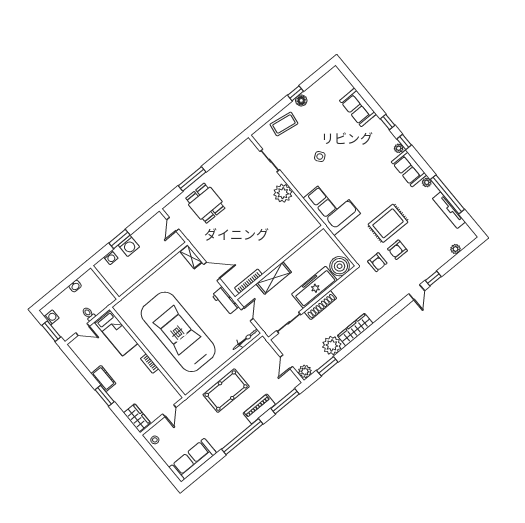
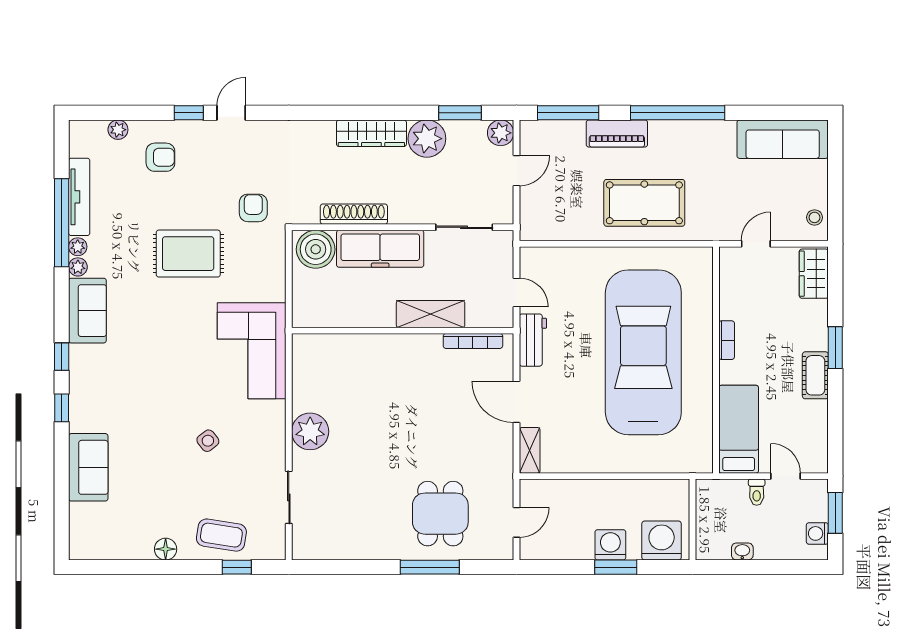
window: (295, 93) -> (237, 567), moved
plant: (399, 148) -> (78, 247), moved
armchair: (397, 250) -> (160, 157), moved
washing machine: (111, 258) -> (662, 541), width x1.89, depth x1.89
shoe rack: (320, 305) -> (354, 214), moved
door: (247, 314) -> (516, 292), swing flipped
car: (178, 332) -> (643, 352), turned 180
bicycle: (245, 339) -> (551, 256), removed

